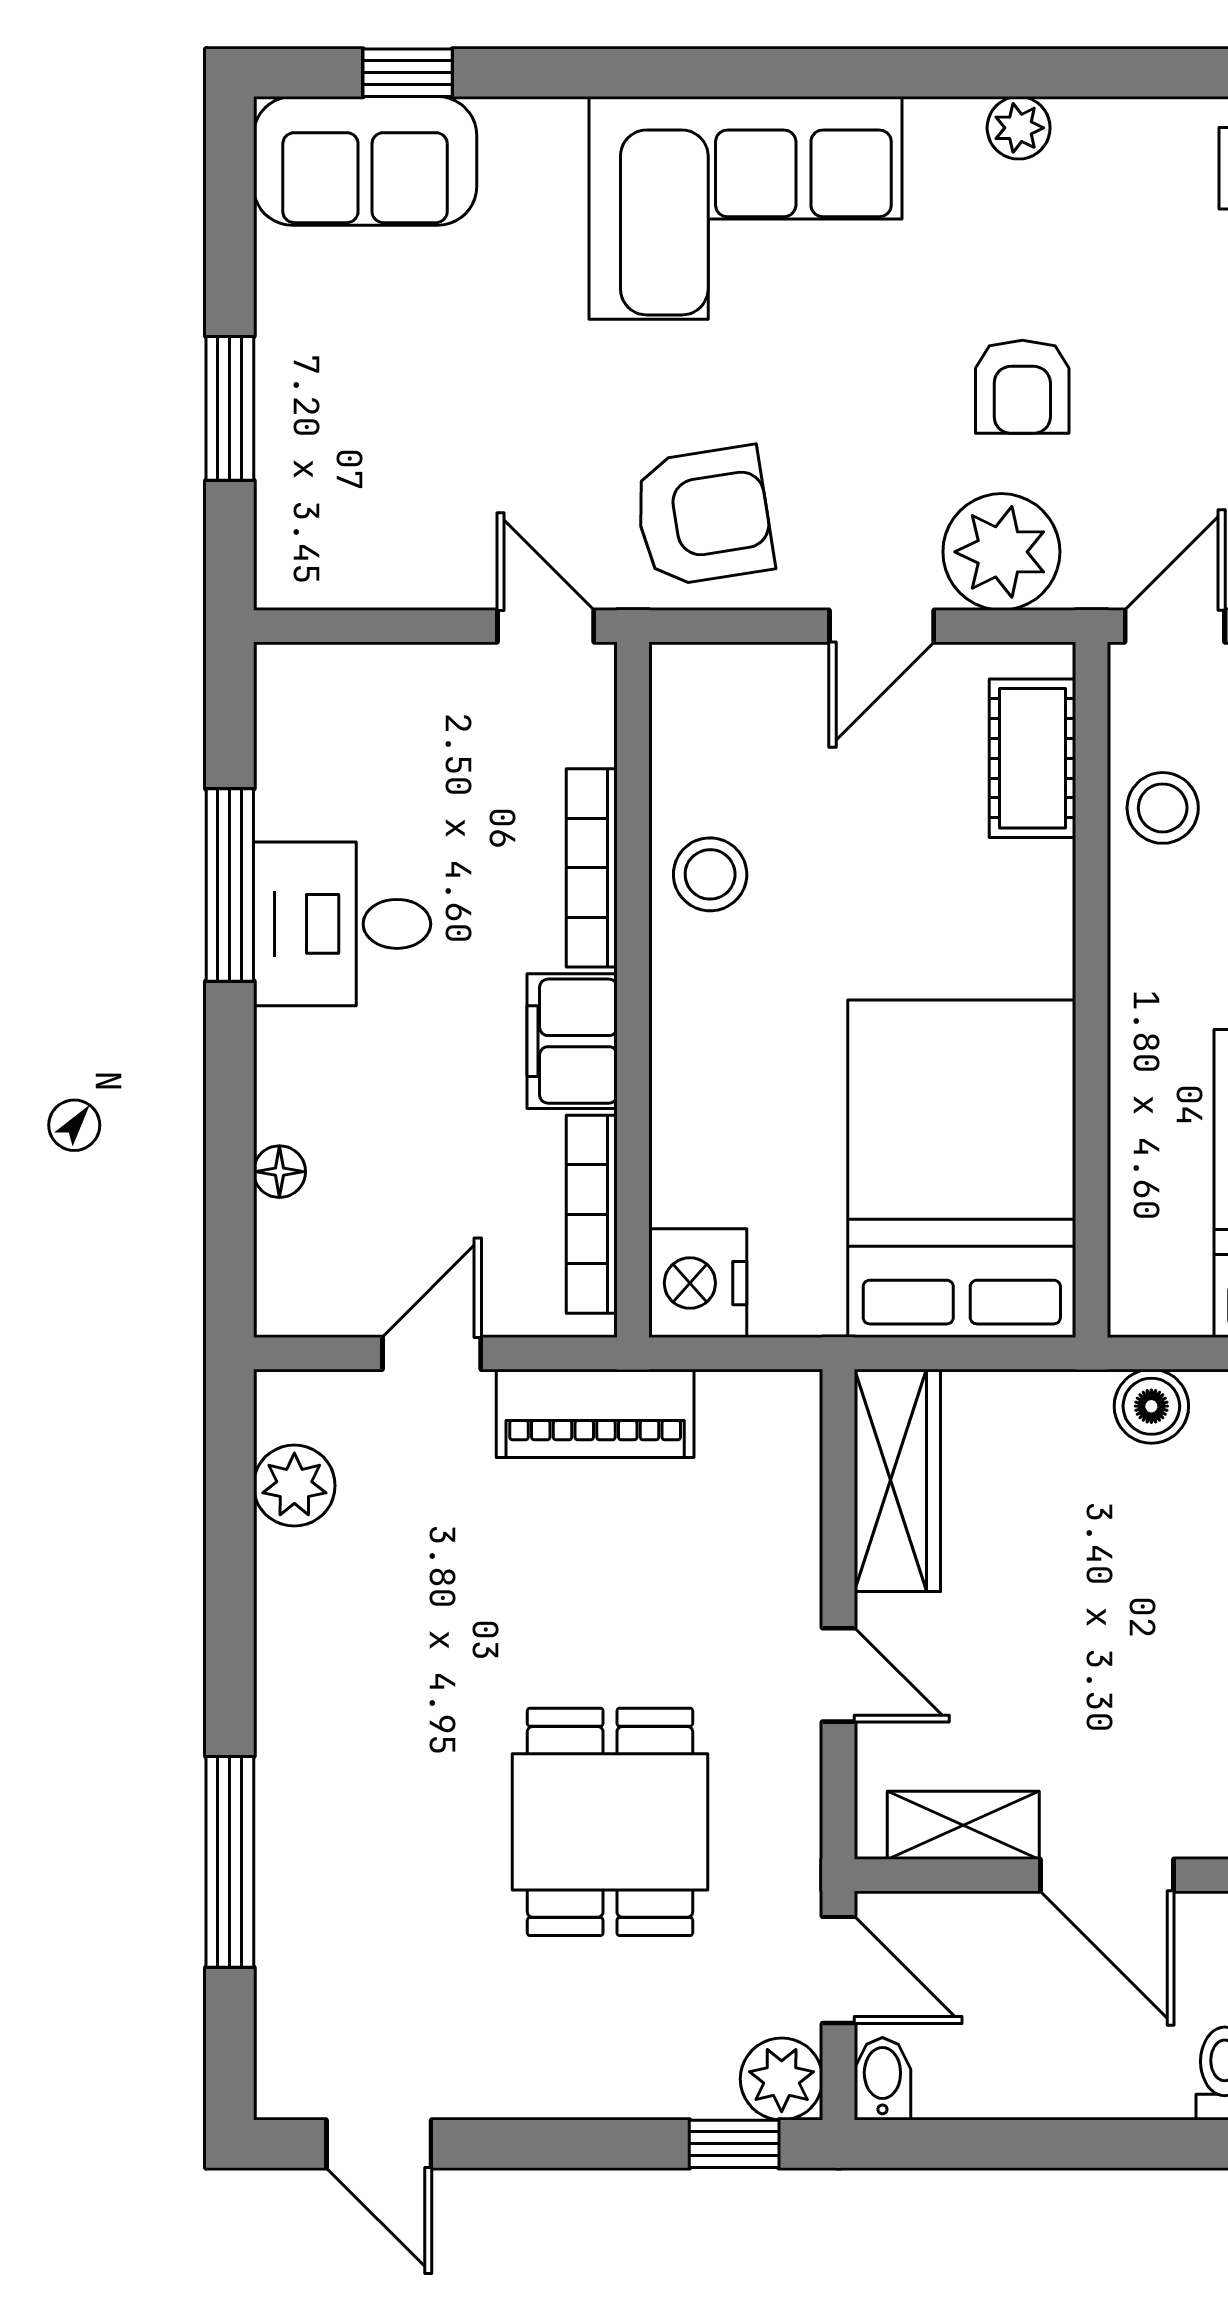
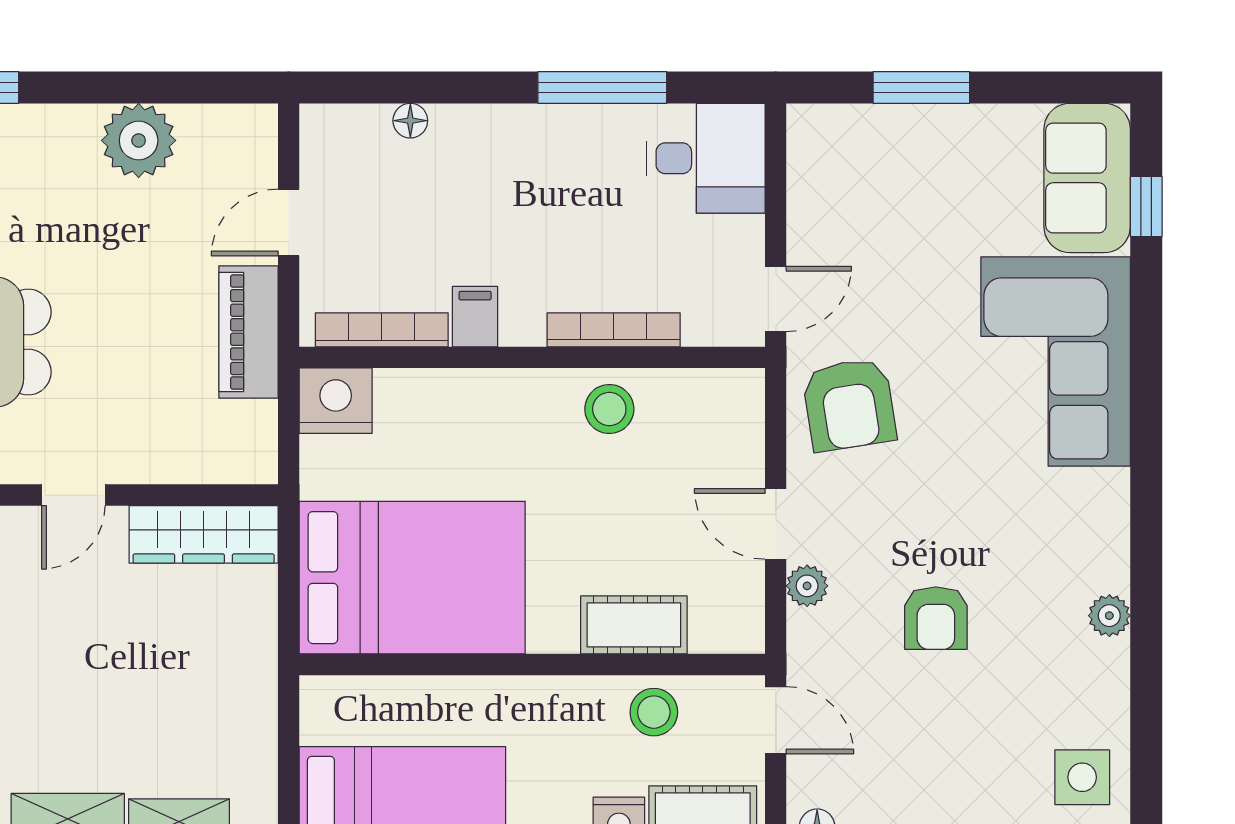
corner sofa: (746, 208) -> (1056, 362), moved
armchair: (1022, 387) -> (936, 618), turned -90
plant: (1001, 552) -> (807, 586), width x0.53, depth x0.53
cot: (1032, 758) -> (634, 625), moved
desk: (342, 924) -> (706, 158), moved, turned 90
filing cabinet: (572, 1041) -> (475, 317), width x0.50
door: (432, 1353) -> (289, 222), swing flipped
boiler: (1151, 1406) -> (253, 705), removed
plant: (294, 1486) -> (139, 140), moved, width x1.36, depth x1.36

